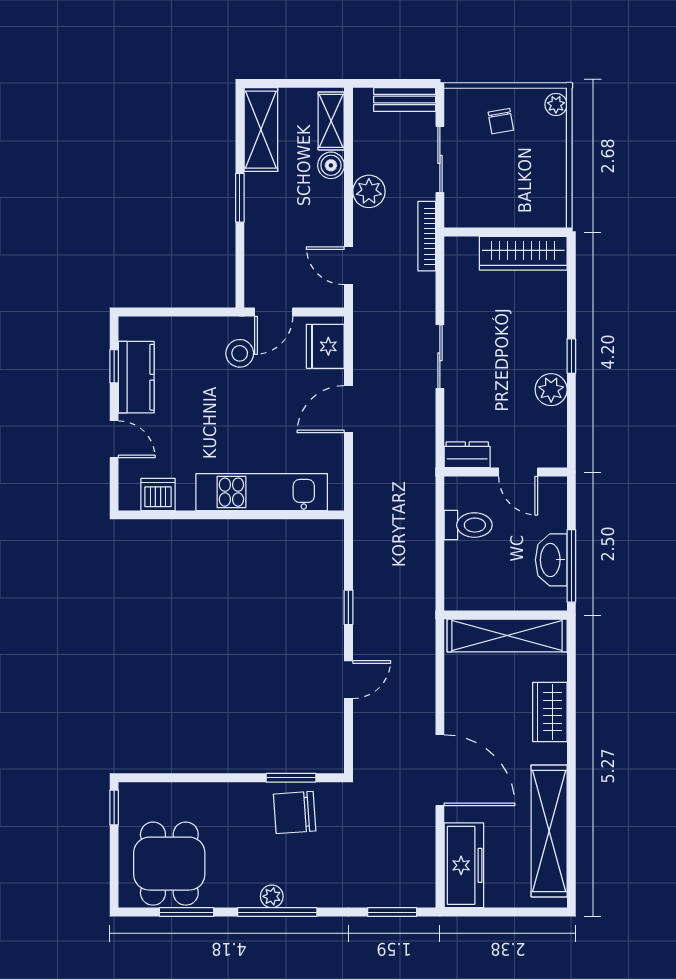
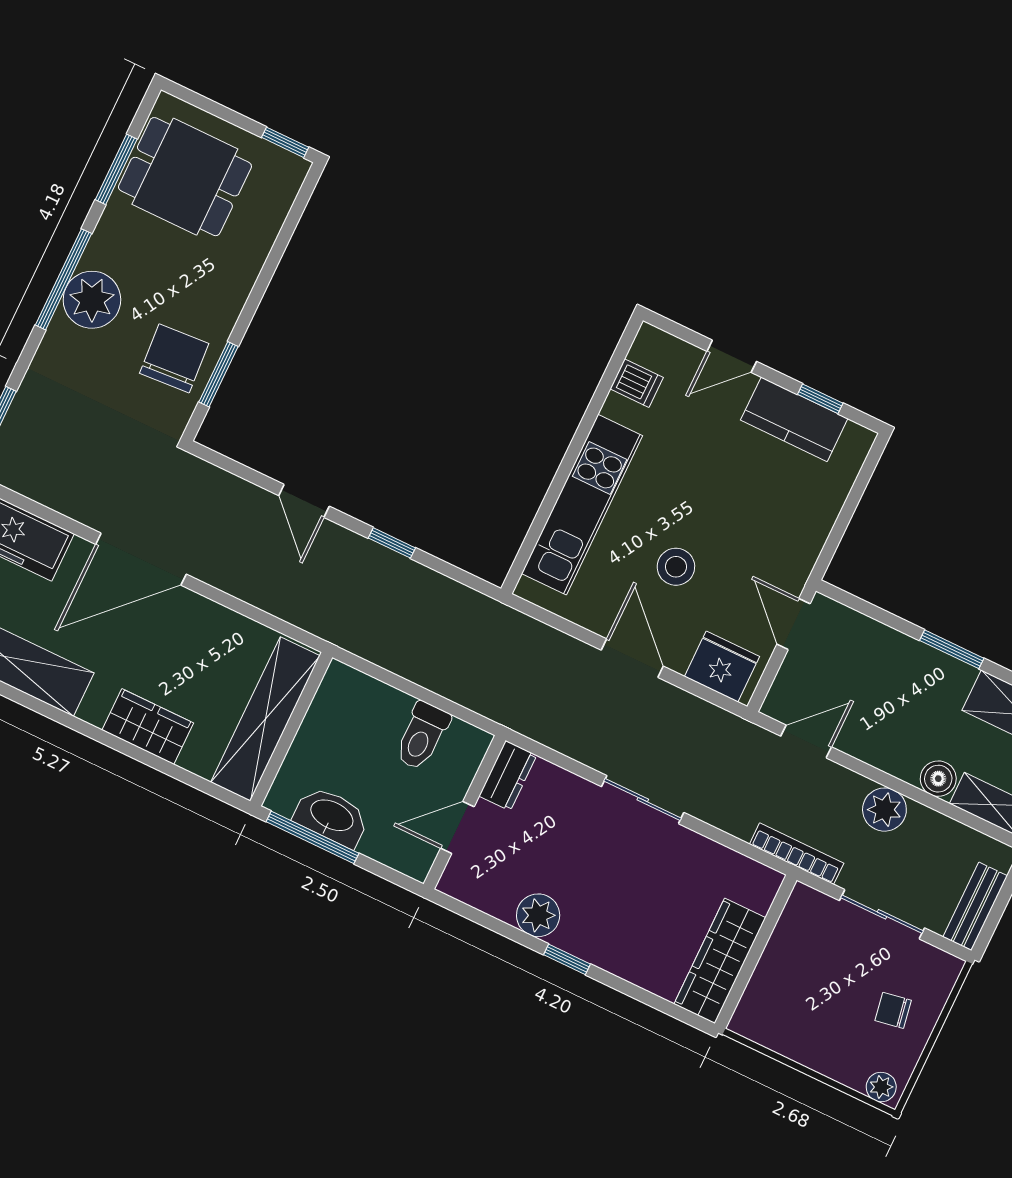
stool: (240, 353) -> (676, 567), moved
dishwasher: (158, 494) -> (637, 383), width x0.73
plant: (272, 896) -> (92, 300), width x1.88, depth x1.88

